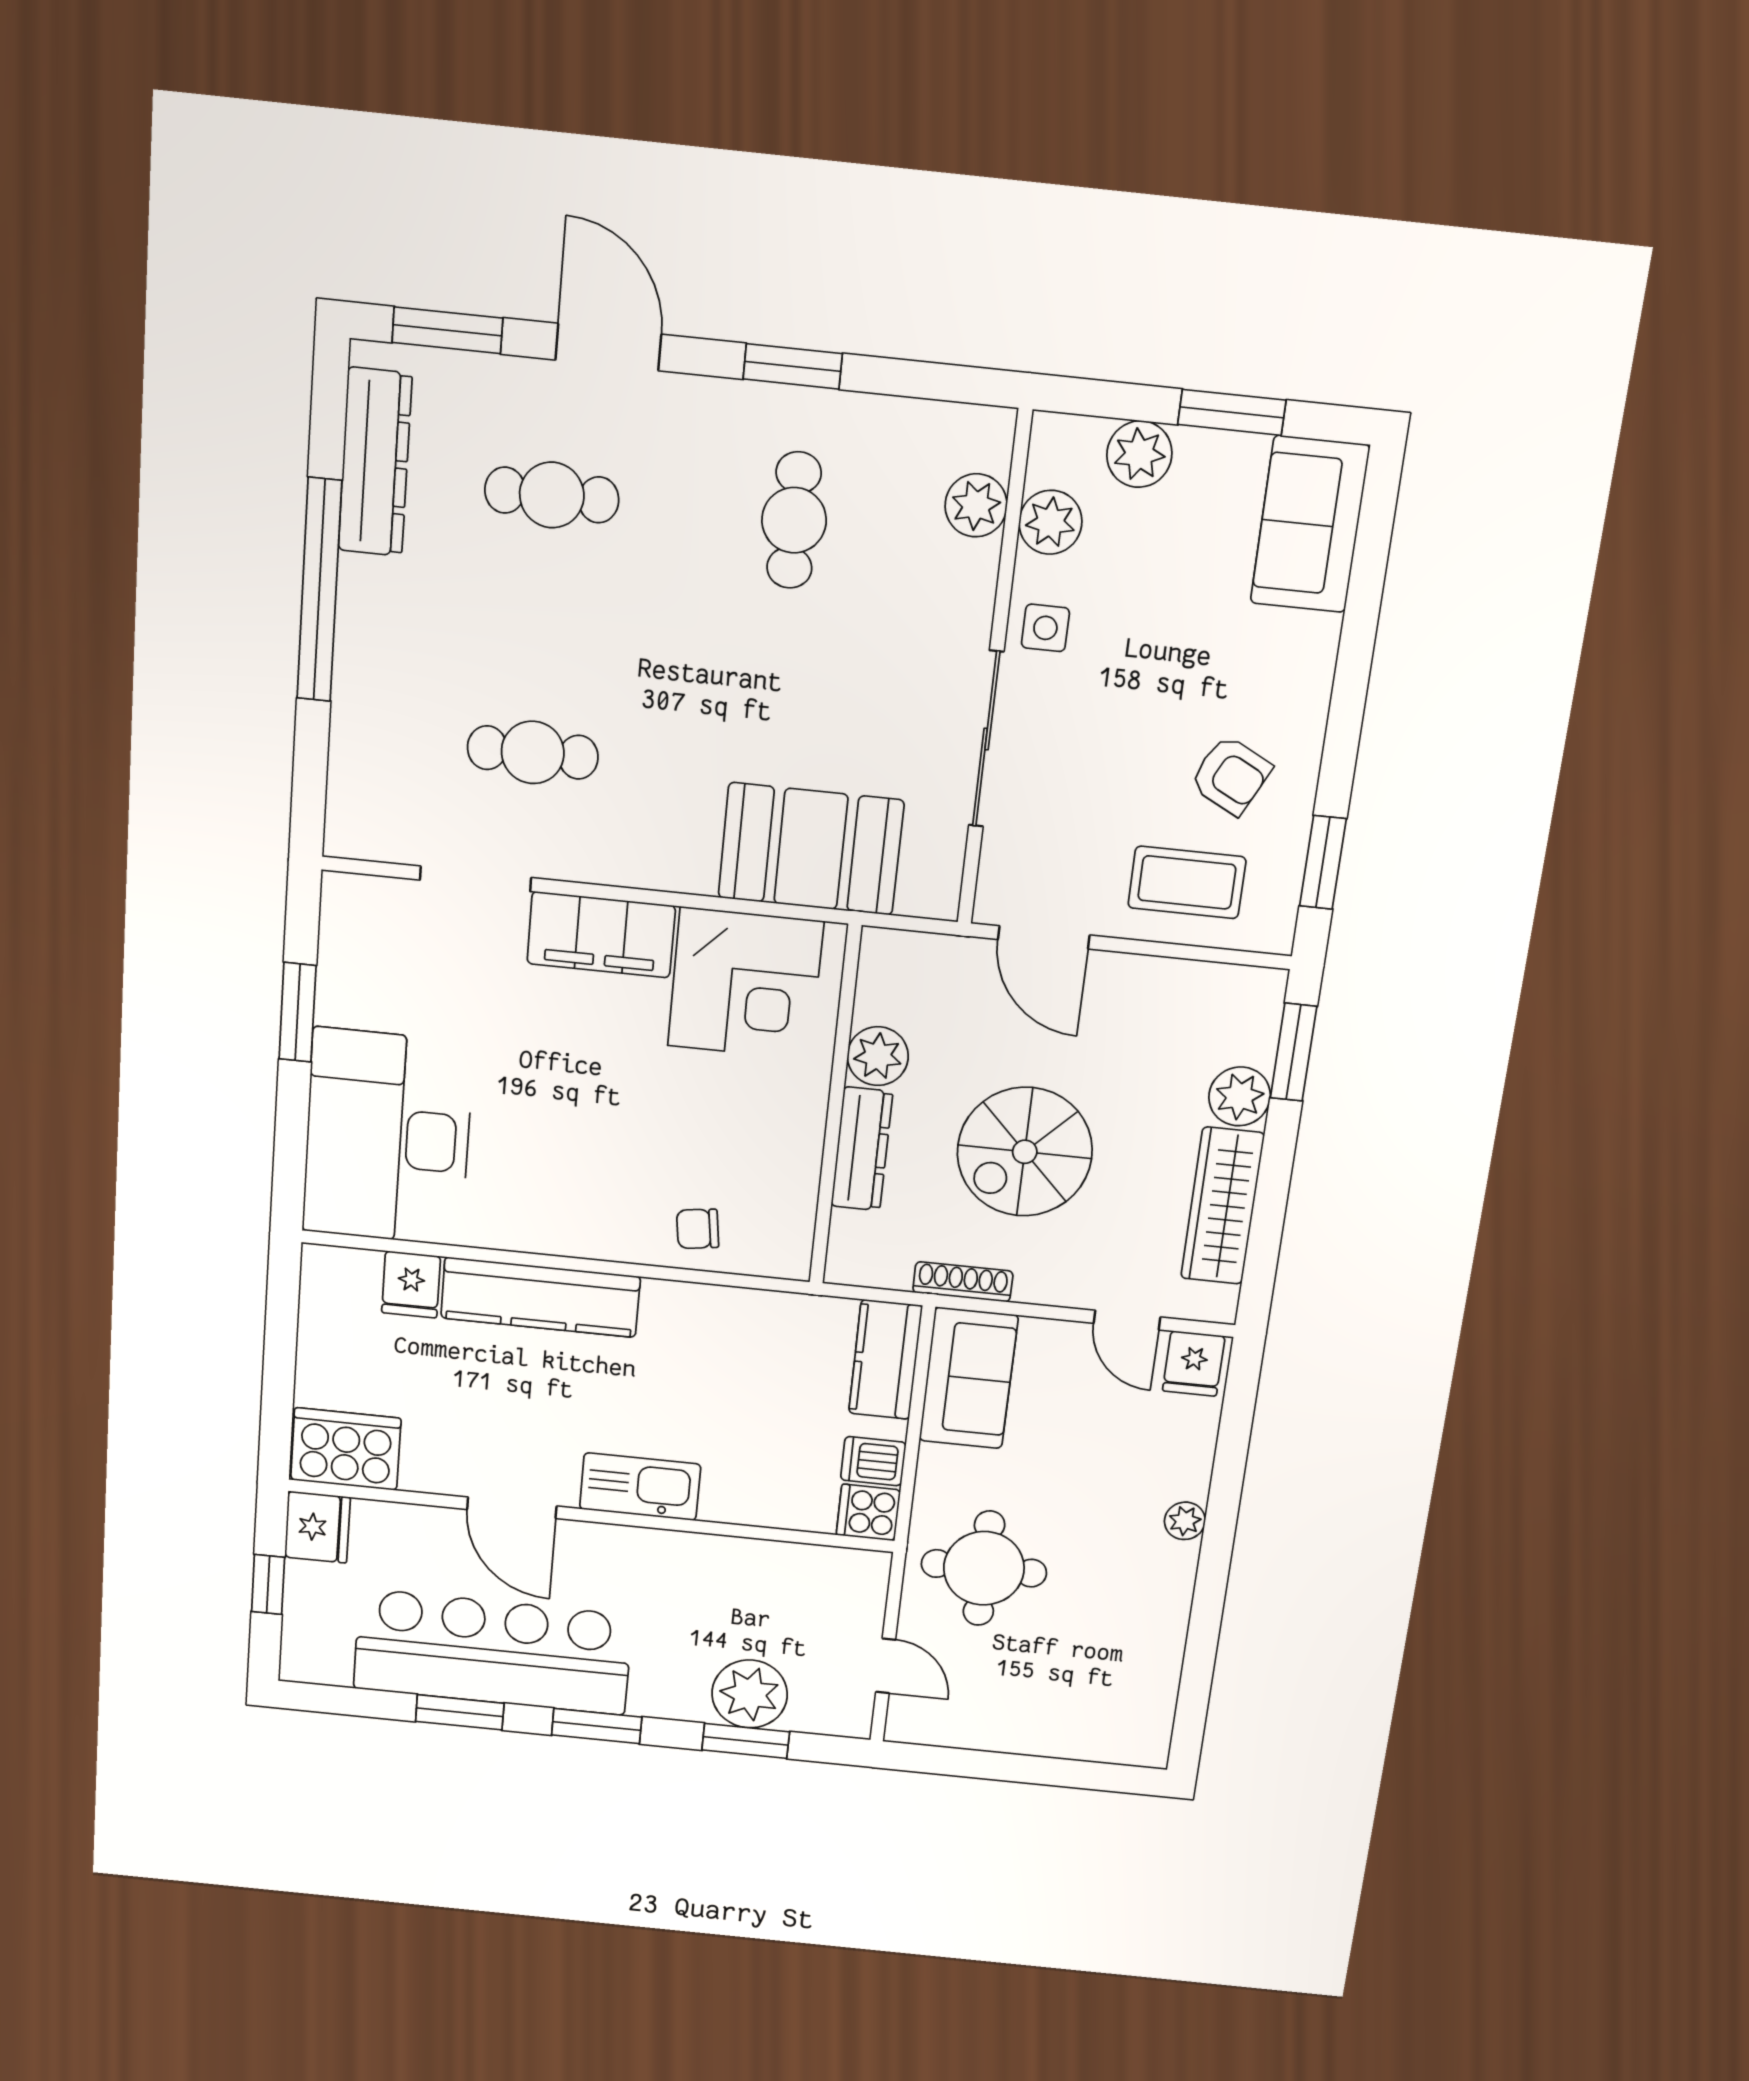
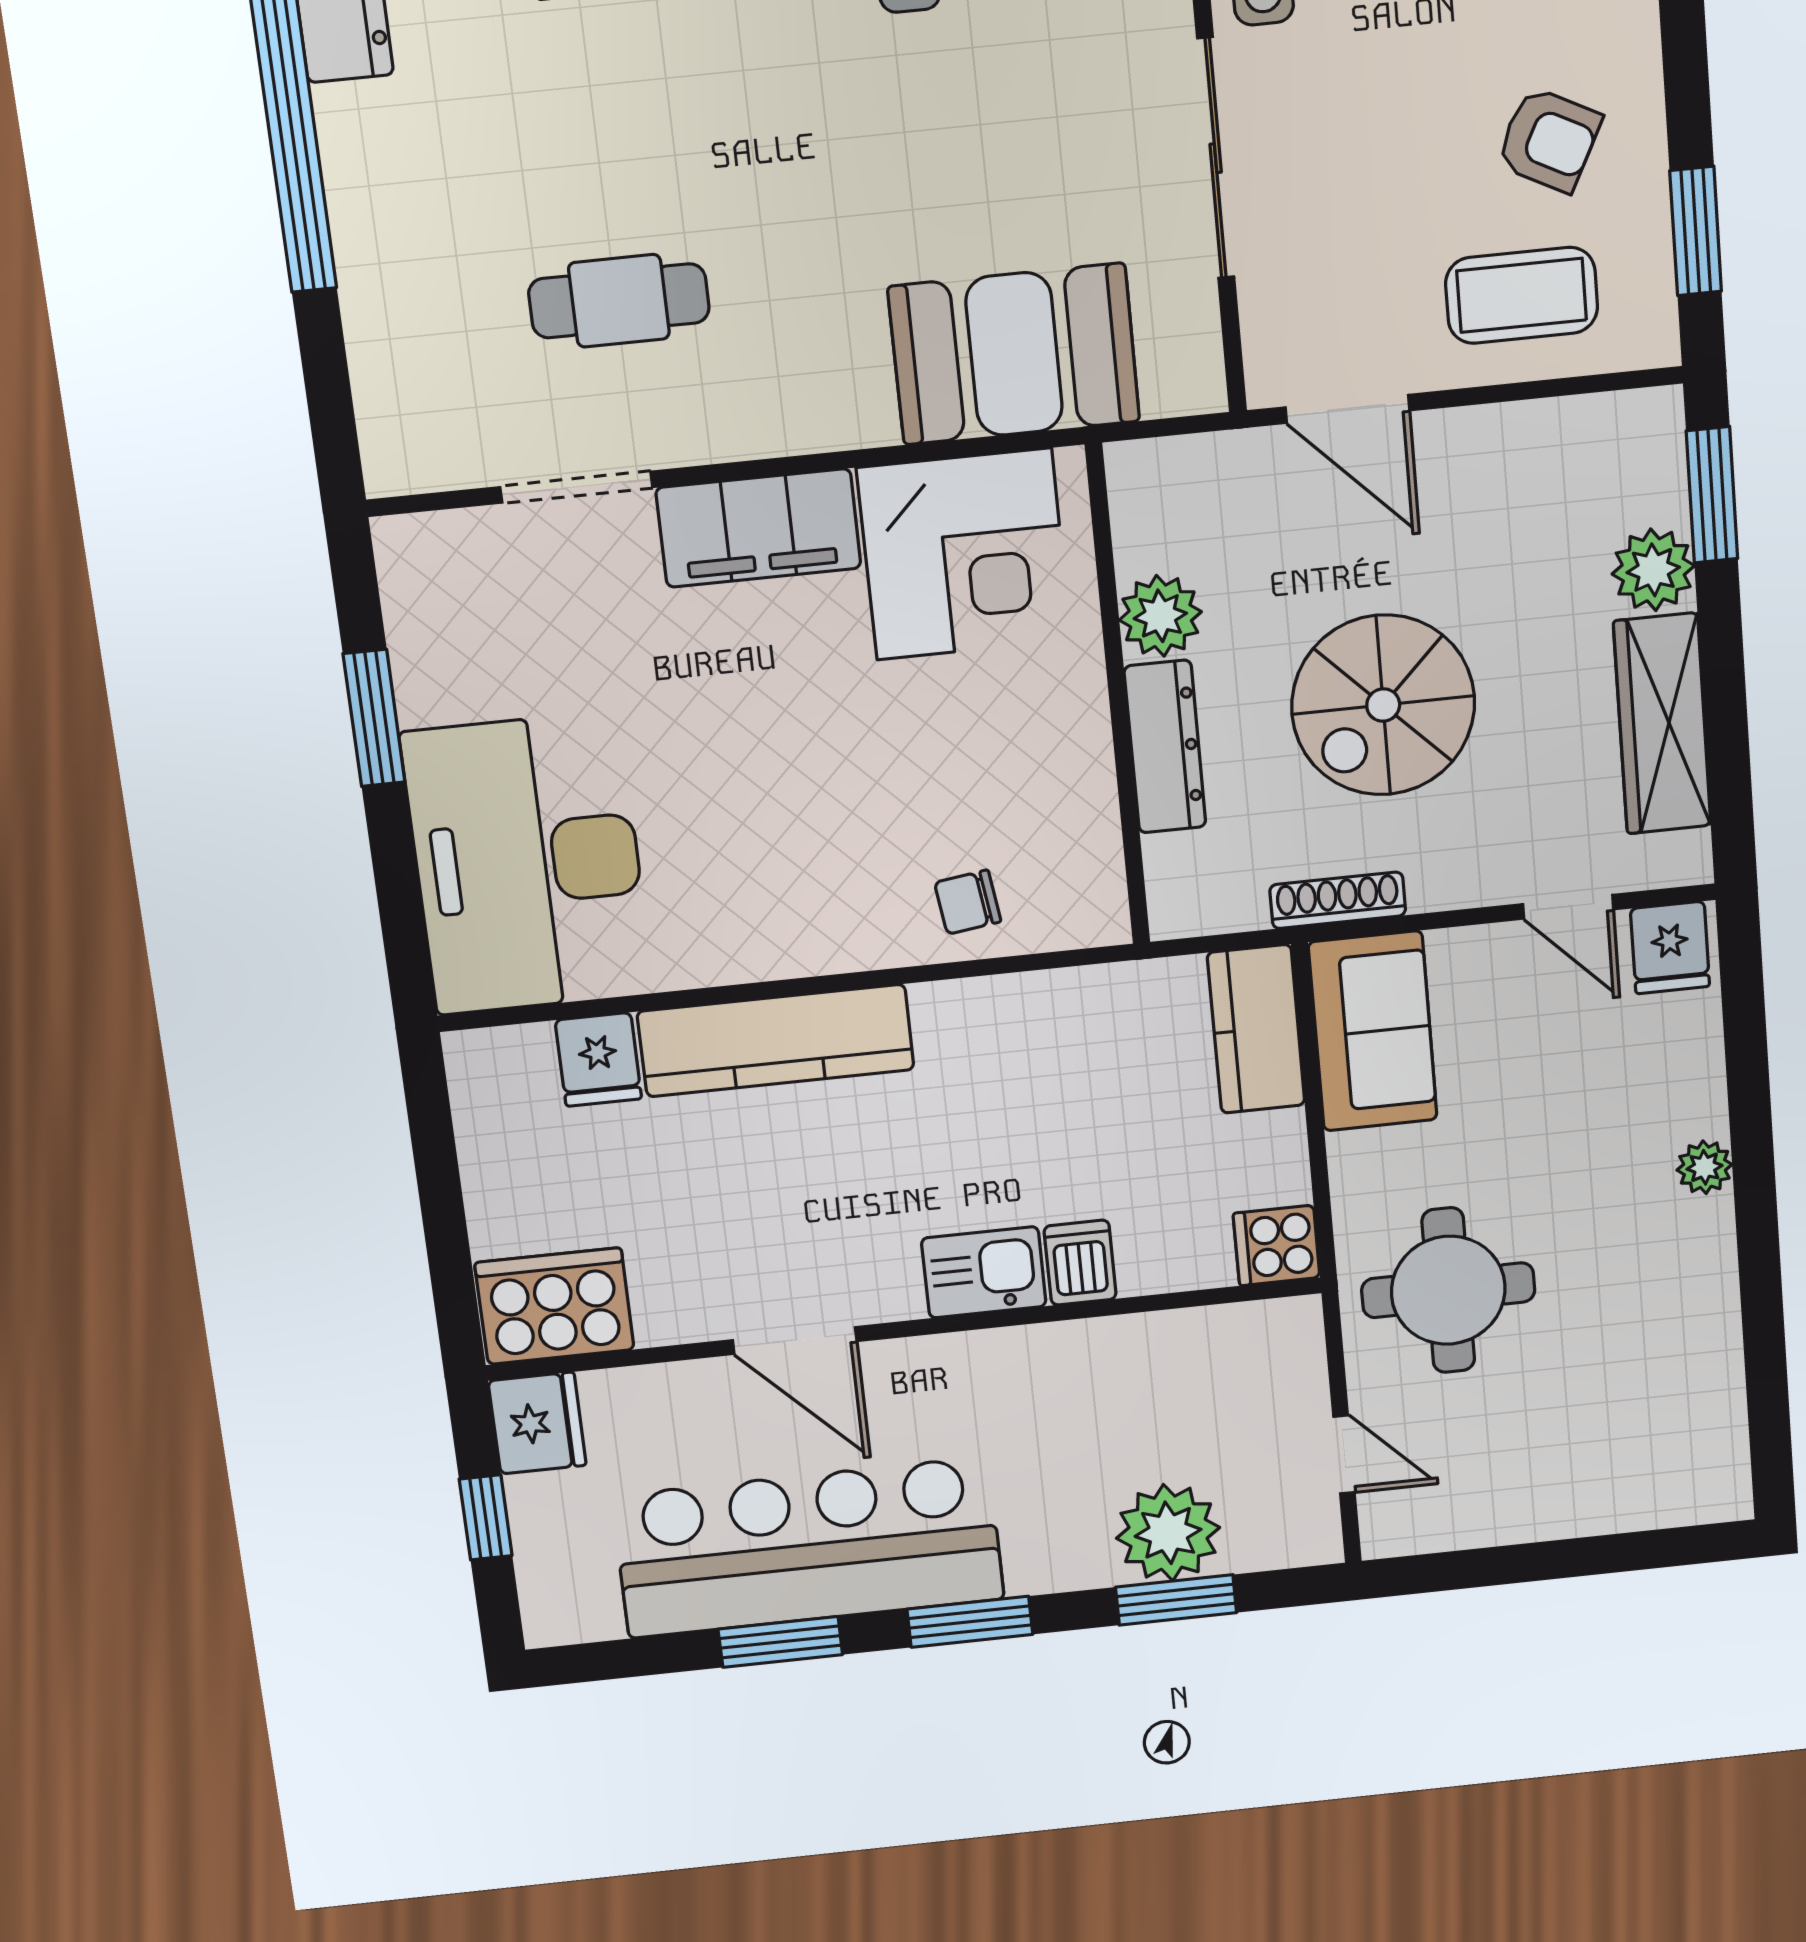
dishwasher: (873, 1461) -> (1080, 1263), moved, turned 90
kitchen sink: (640, 1487) -> (984, 1272), width x0.73

